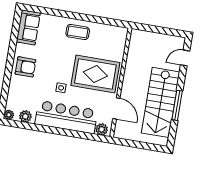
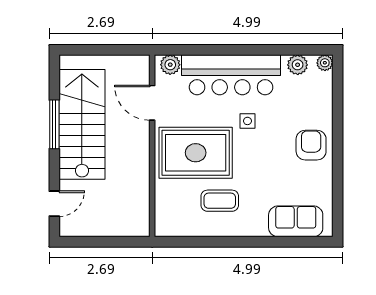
sofa: (28, 27) -> (296, 221), moved, turned 90
coffee table: (78, 32) -> (220, 201), moved
armchair: (25, 67) -> (311, 145), turned 90

